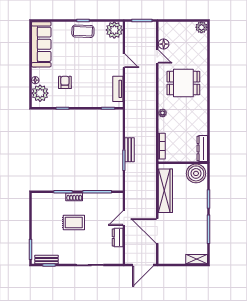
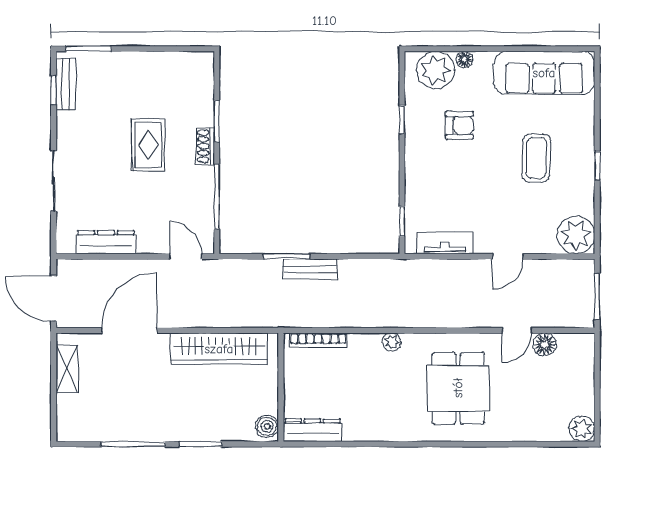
coffee table: (83, 31) -> (536, 158), moved
boiler: (196, 173) -> (267, 426), width x0.54, depth x0.54
door: (124, 218) -> (186, 256), moved
dresser: (118, 238) -> (106, 242), width x1.44
shelving: (197, 259) -> (67, 369), moved

